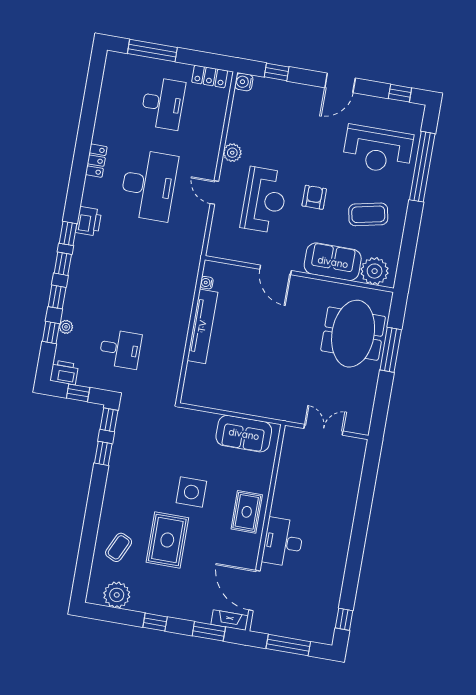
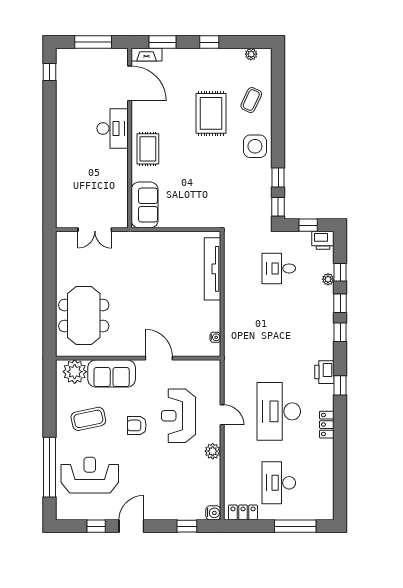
window: (400, 93) -> (96, 526), moved
armchair: (314, 197) -> (137, 425), turned 90
window: (68, 233) -> (340, 385), moved
tv unit: (202, 326) -> (213, 269), moved
window: (391, 350) -> (50, 307), removed
sofa: (244, 434) -> (145, 205), moved, turned 90
side table: (191, 492) -> (255, 146), moved
plant: (117, 595) -> (251, 54), width x0.53, depth x0.53

